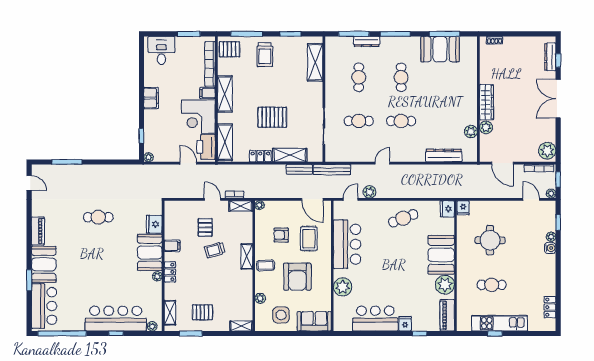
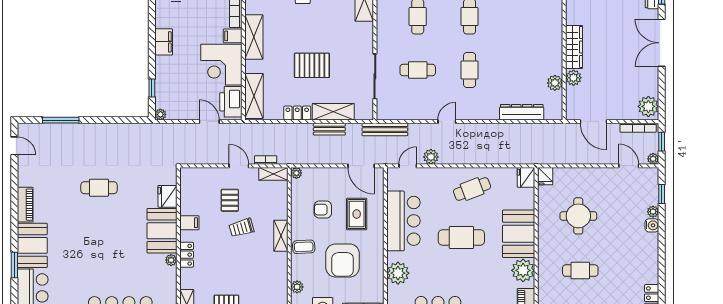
cafe table: (401, 121) -> (470, 70), turned 90
bench: (299, 169) -> (329, 129), moved
cafe table: (395, 258) -> (461, 237), added

